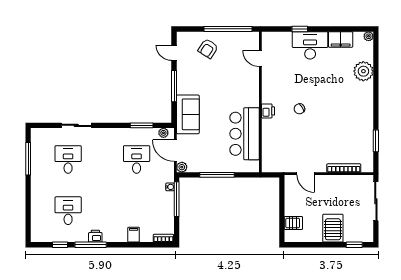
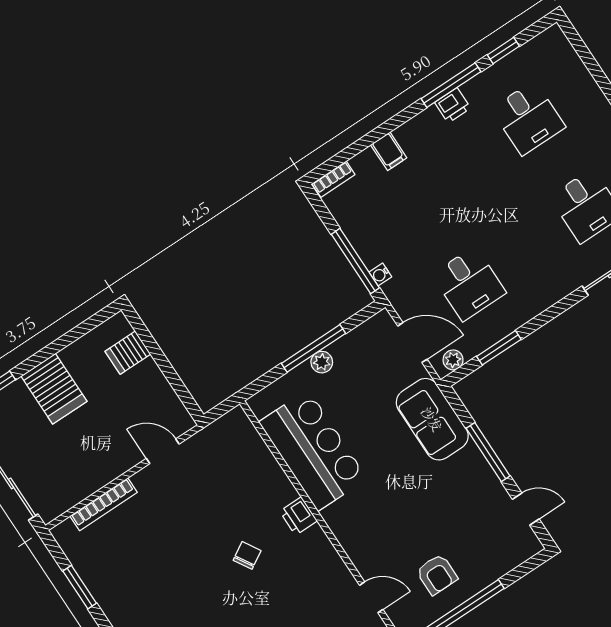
armchair: (208, 49) -> (437, 574), moved, turned 147
plant: (182, 167) -> (322, 362), moved

